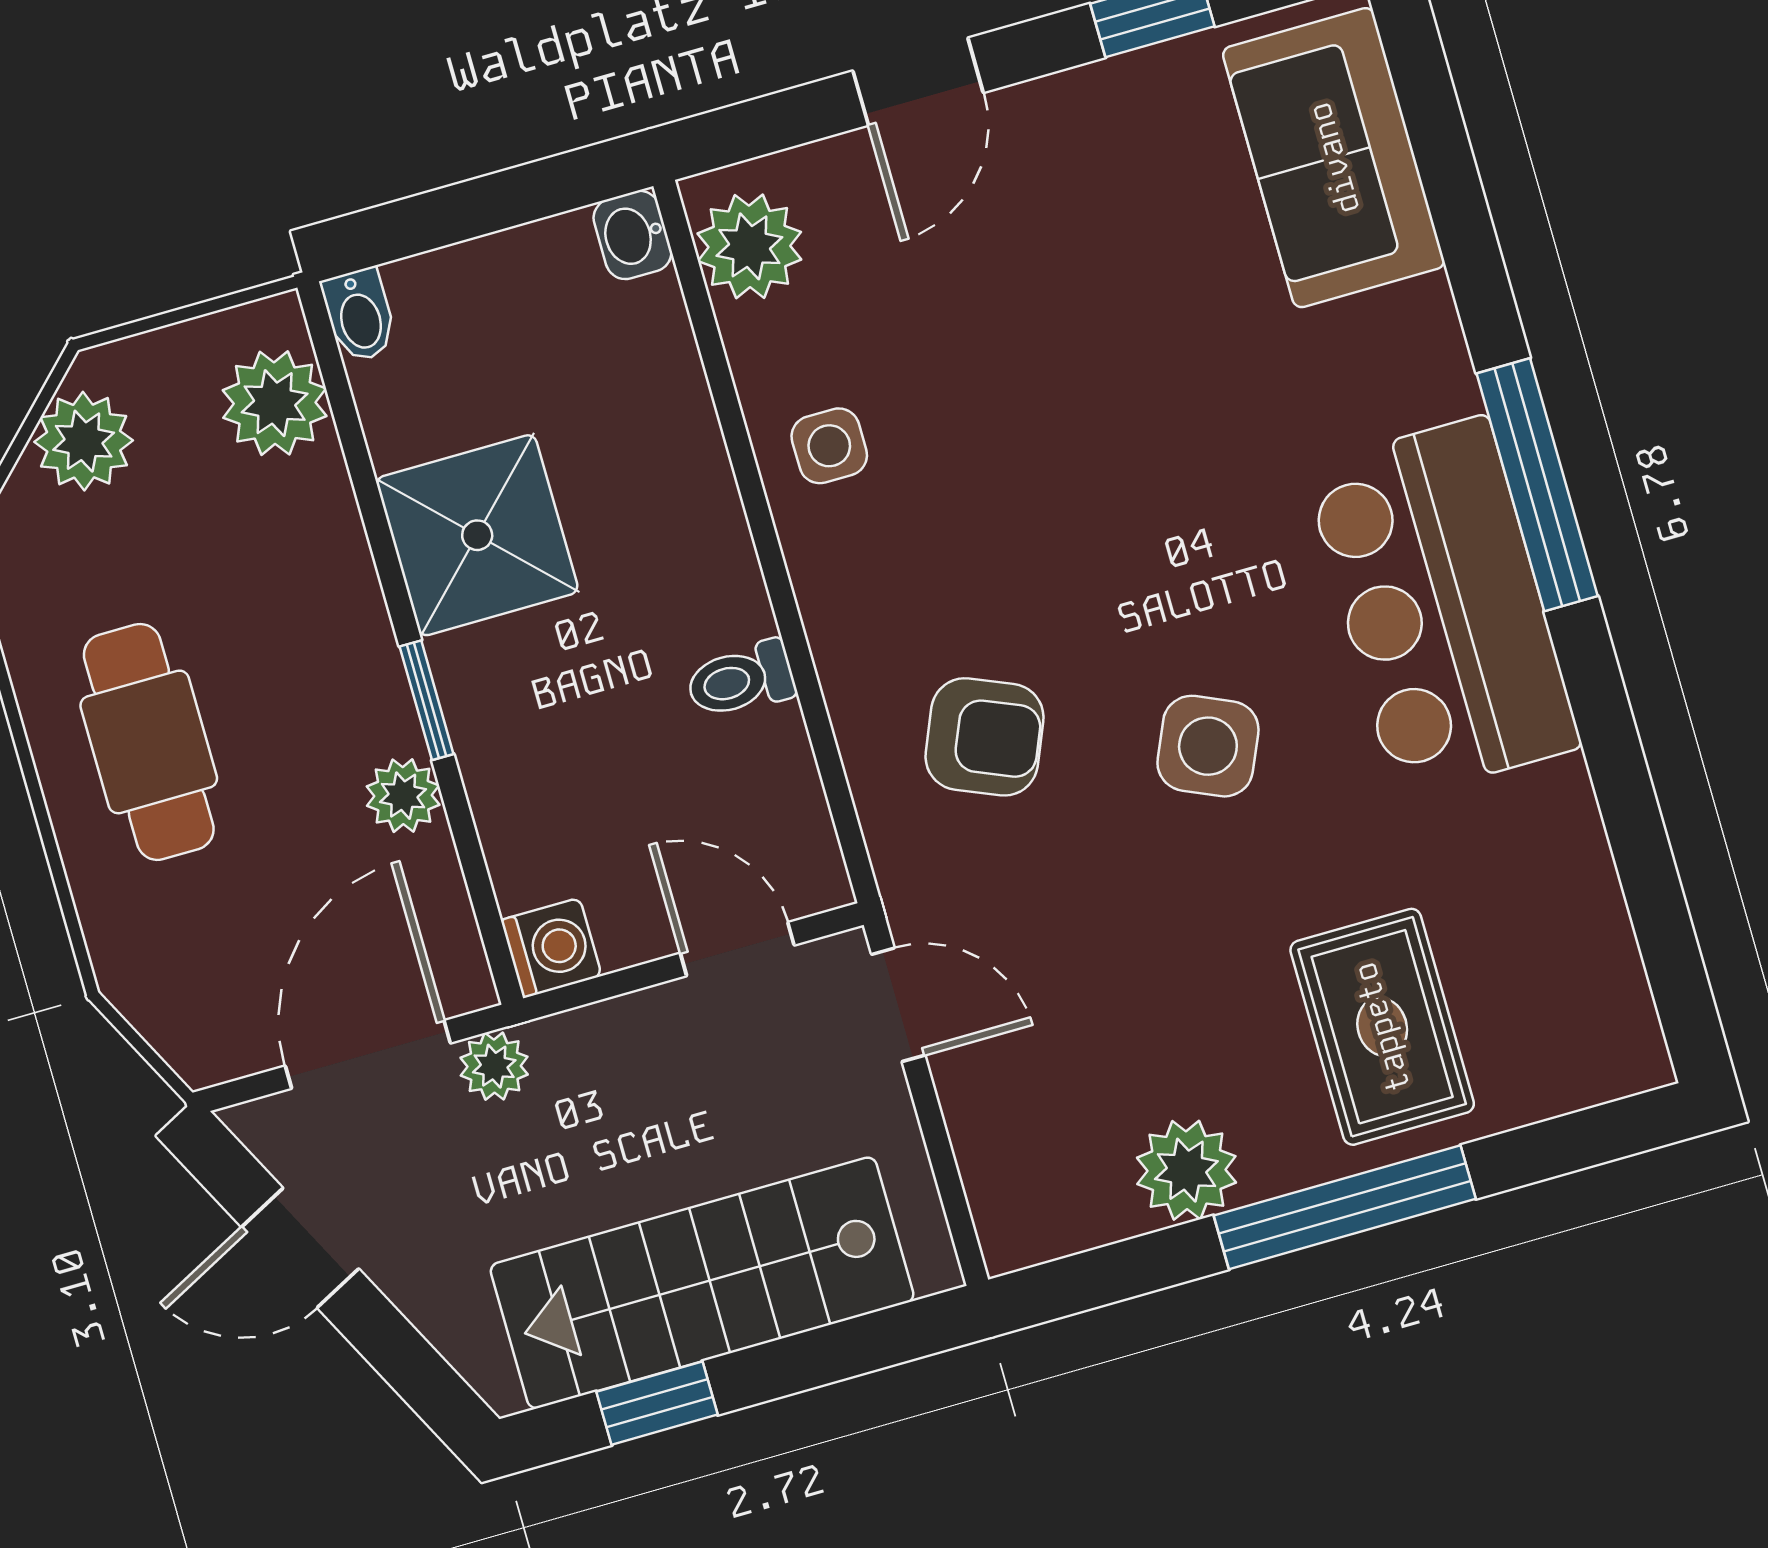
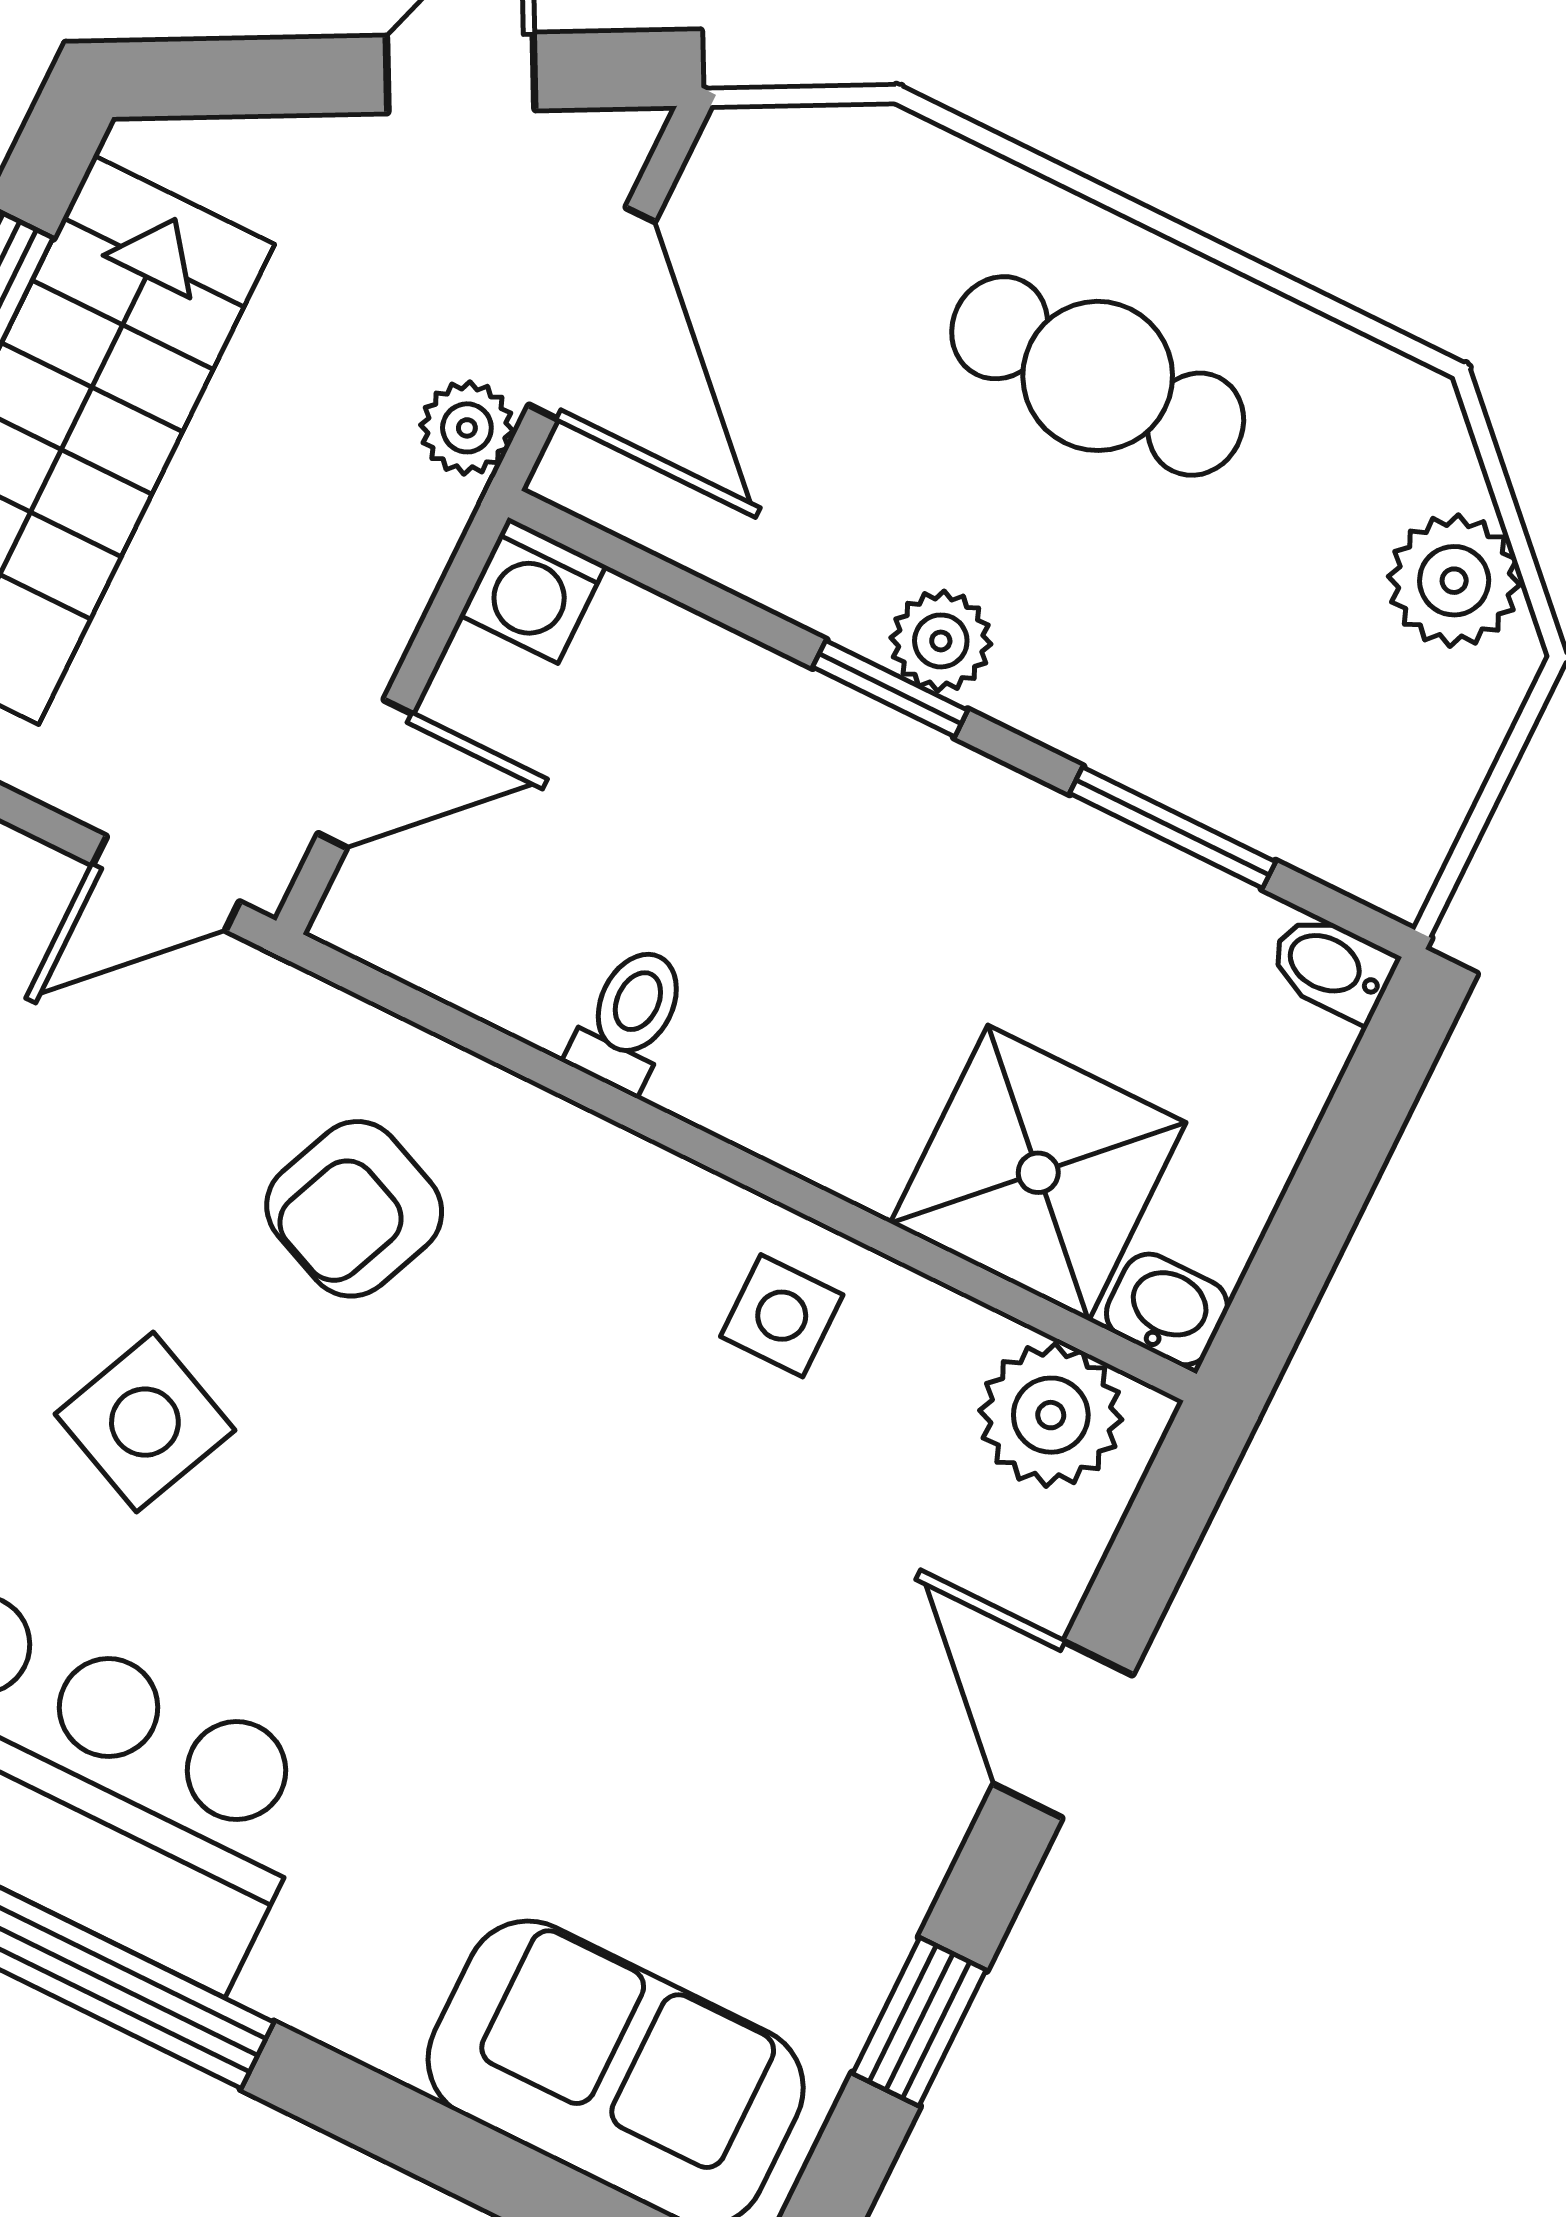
plant: (275, 403) -> (1321, 804), removed
window: (362, 474) -> (1173, 828), added
shower: (477, 535) -> (1038, 1173), moved
plant: (403, 796) -> (941, 641), moved

